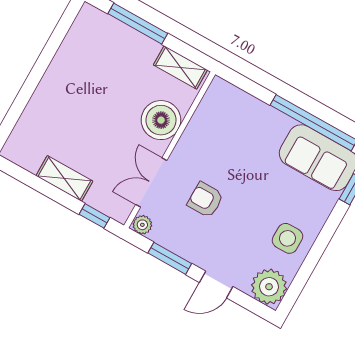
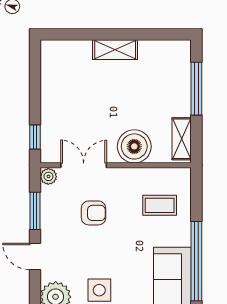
coffee table: (236, 128) -> (160, 205), added
shelving: (64, 178) -> (115, 50), moved, turned 90
armchair: (205, 200) -> (94, 213), turned 90

